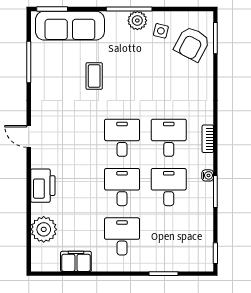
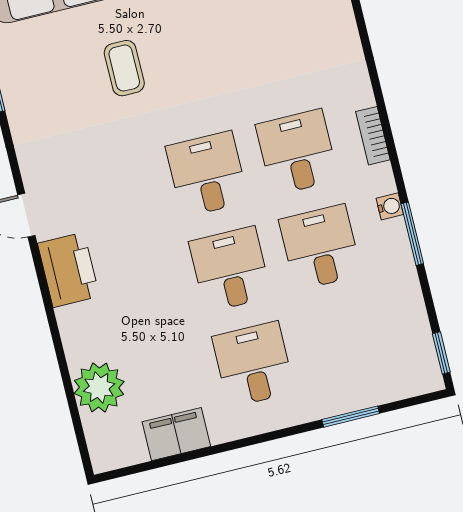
printer: (43, 186) -> (68, 270), moved

